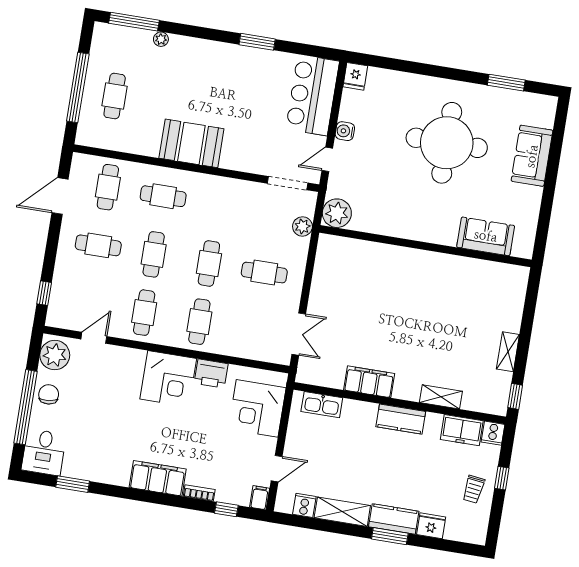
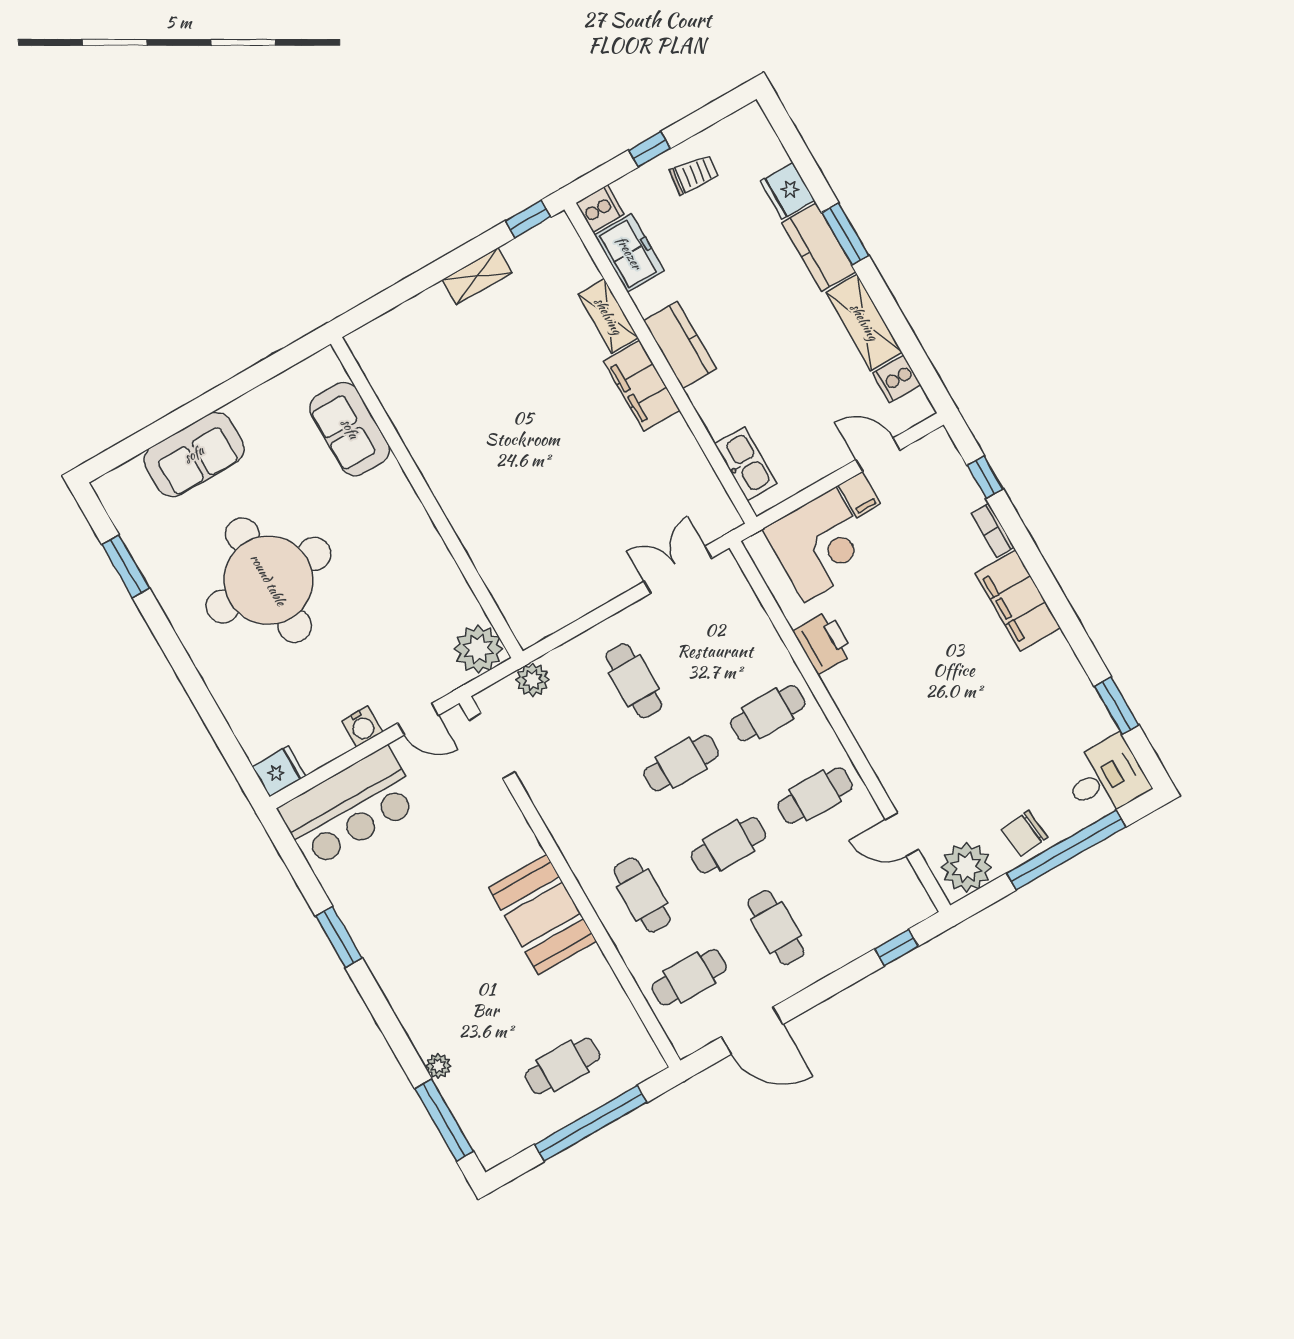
corner desk: (168, 379) -> (876, 693), removed
filing cabinet: (369, 382) -> (642, 386), moved
filing cabinet: (260, 498) -> (859, 494), moved, turned -90

